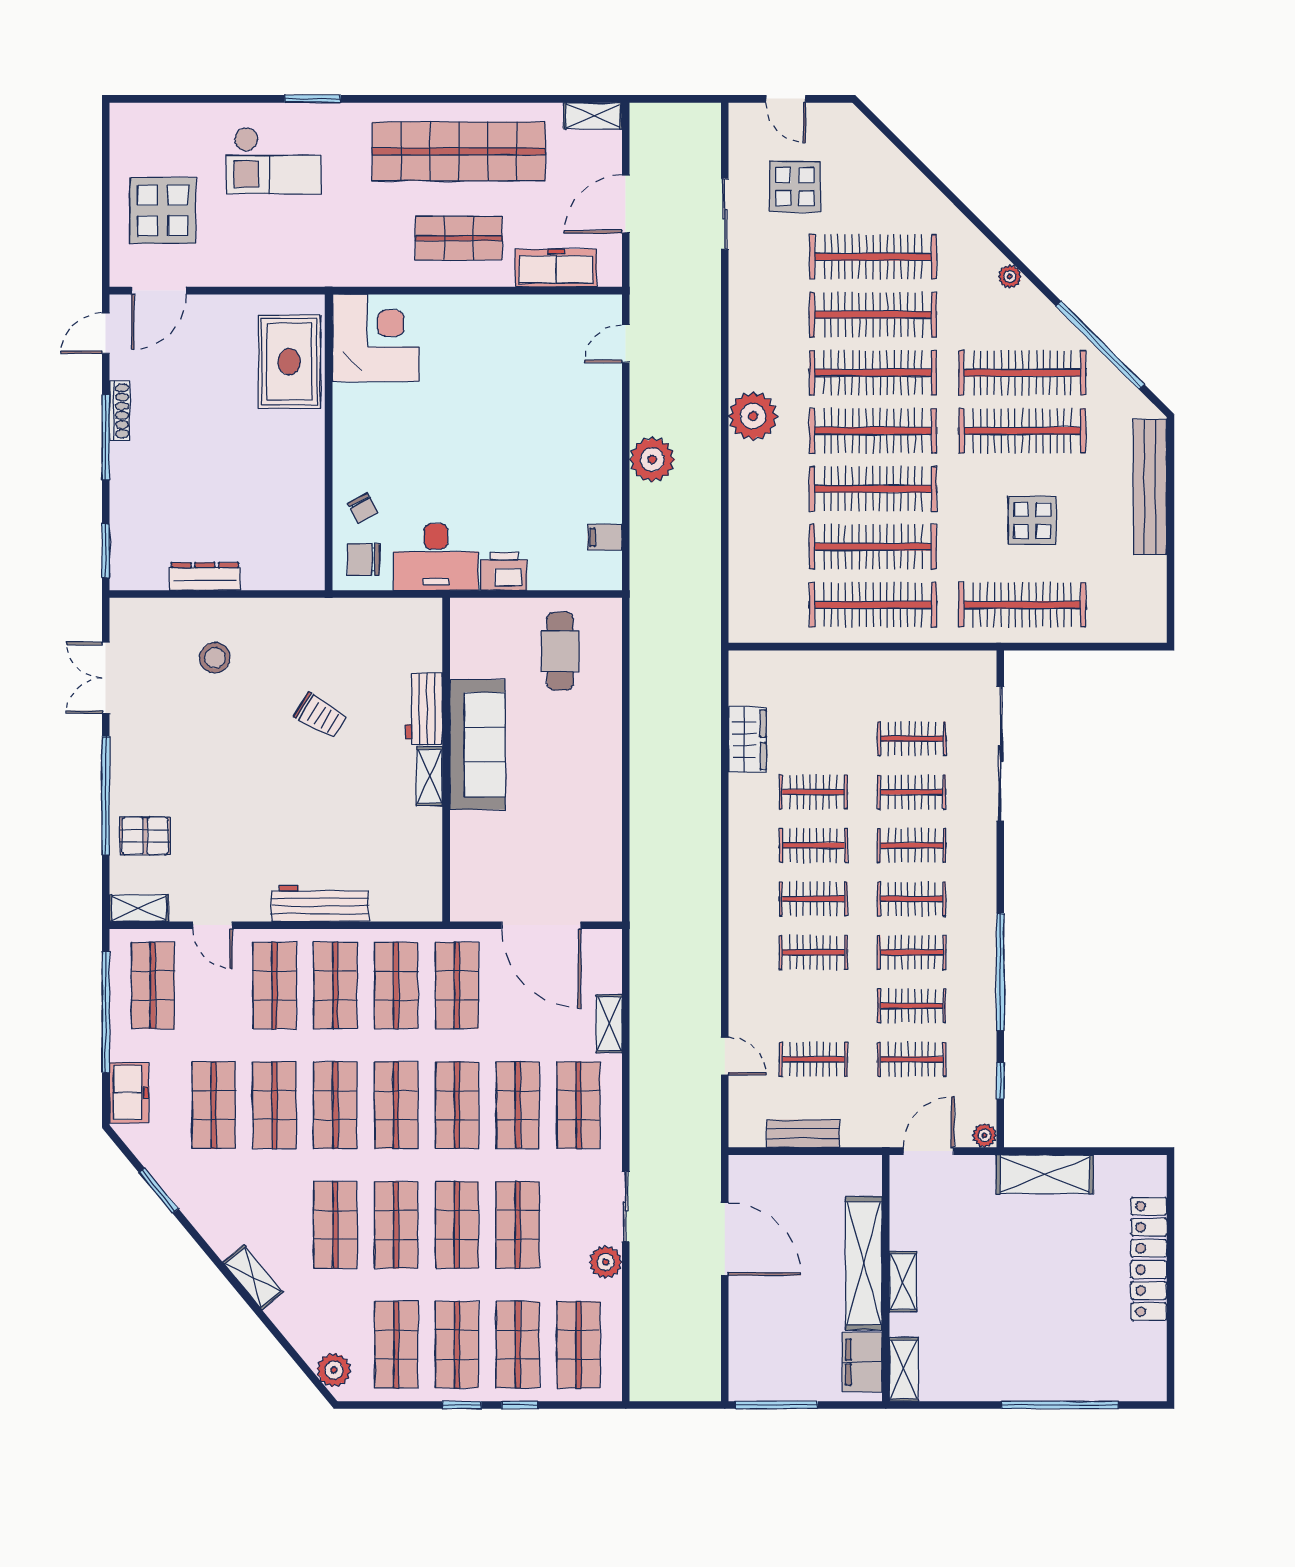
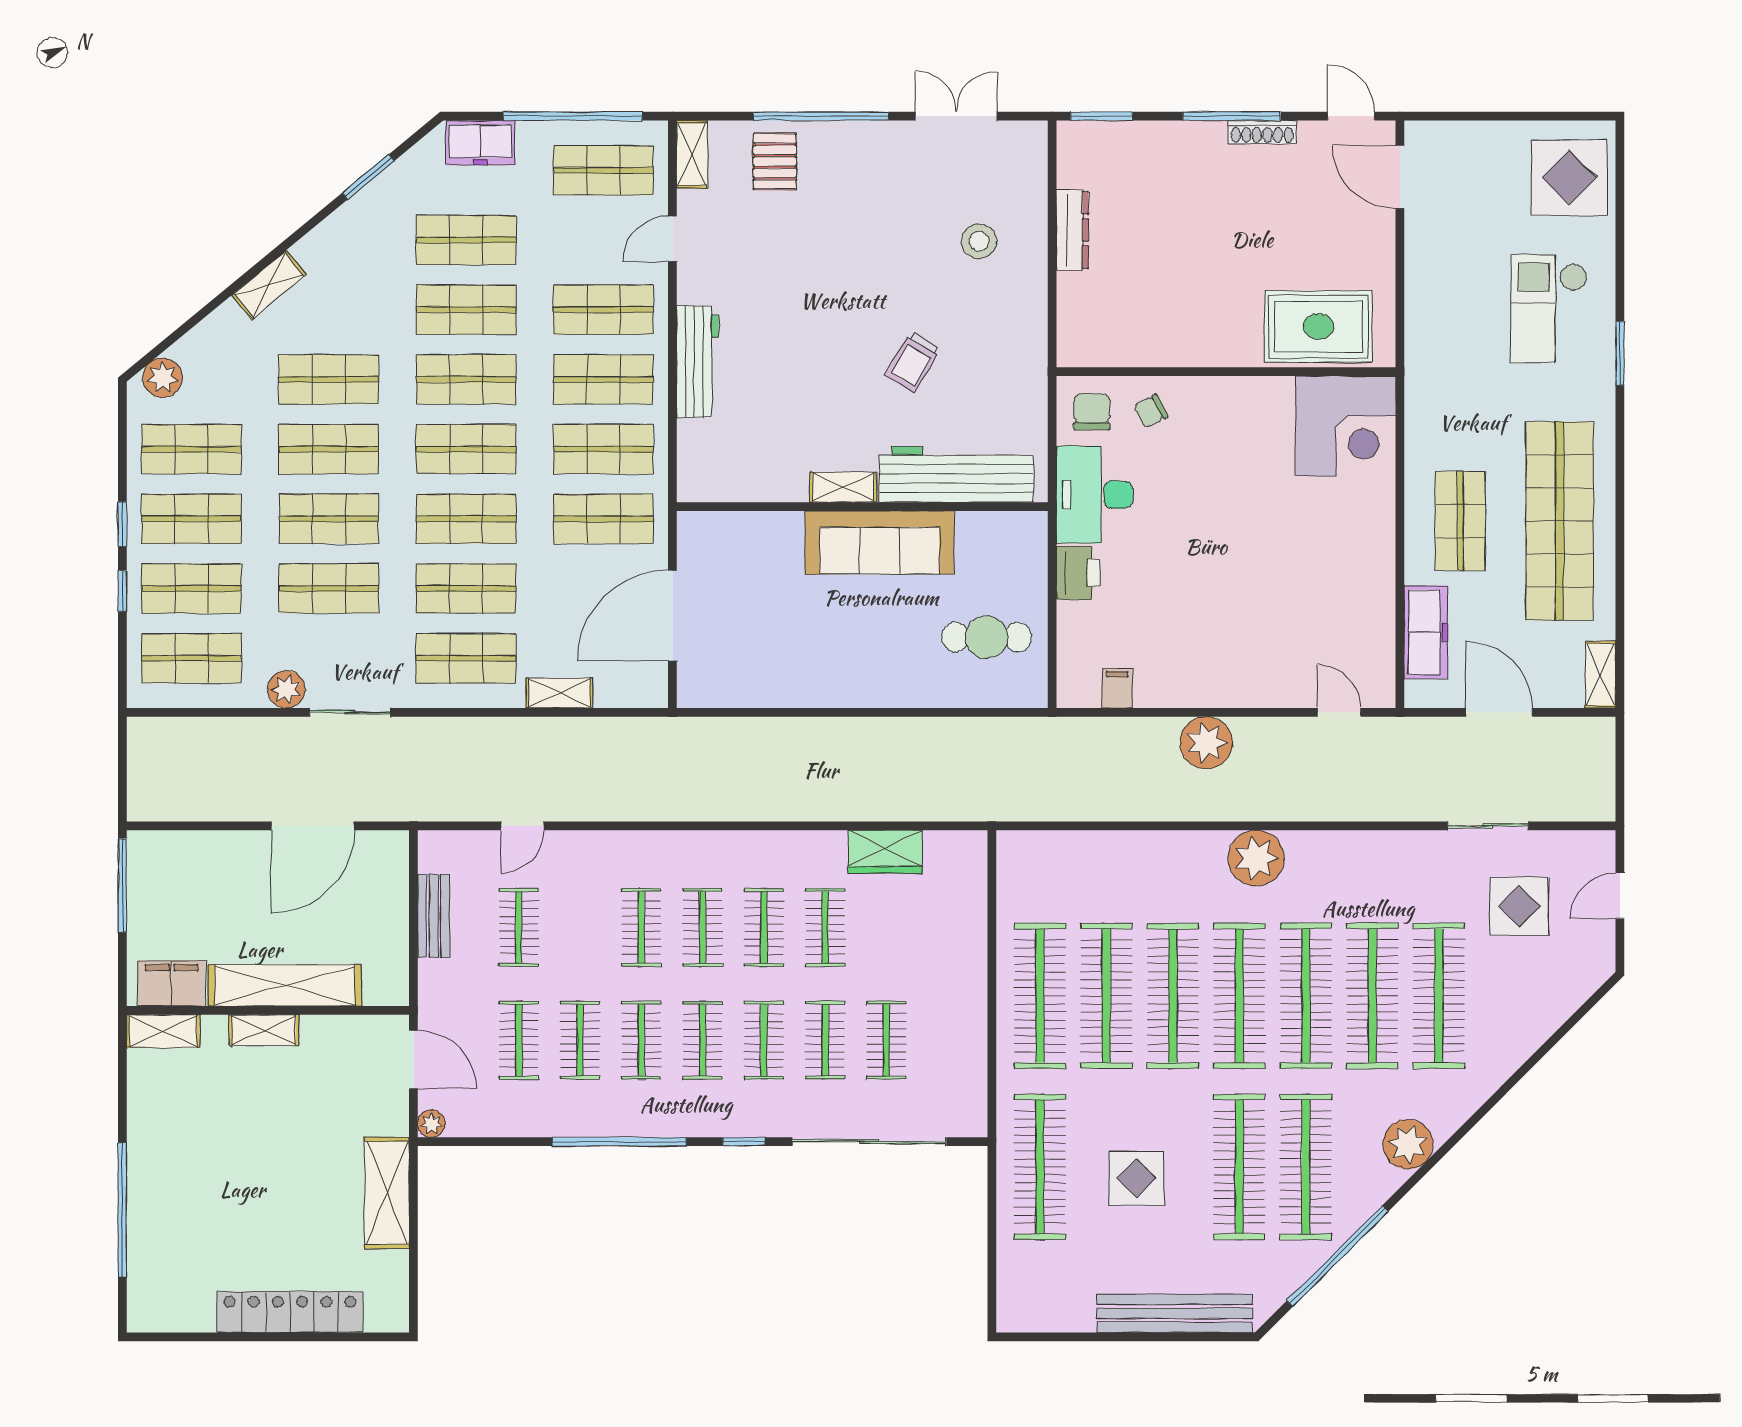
display table: (163, 211) -> (1569, 178), moved
plant: (1010, 277) -> (1408, 1144), width x1.88, depth x1.88
workbench: (424, 709) -> (956, 474), width x1.88, depth x1.32
window: (1000, 1081) -> (744, 1142), moved

